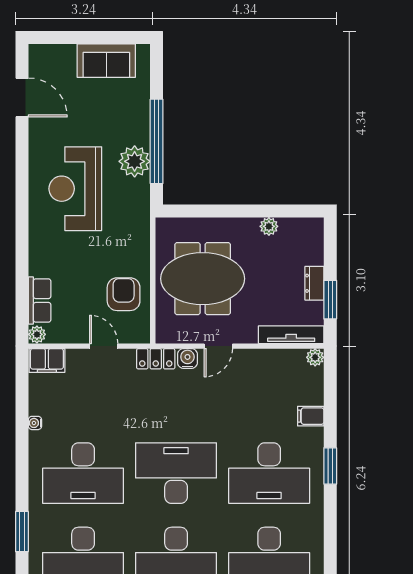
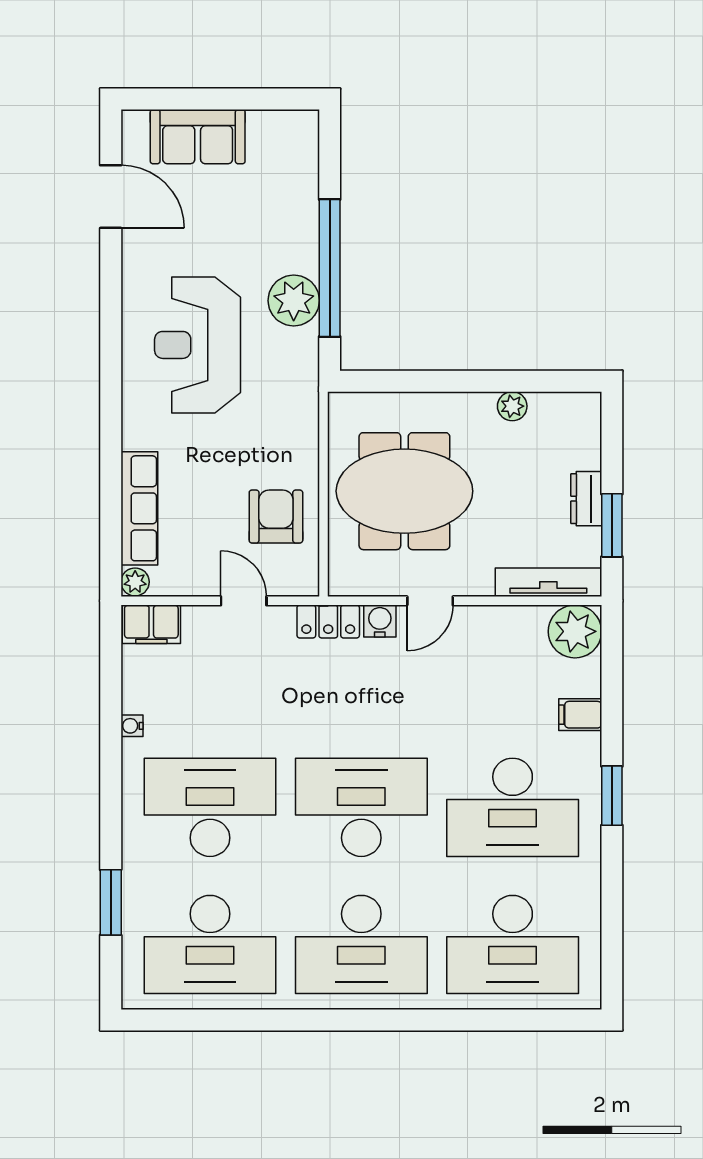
sofa: (106, 61) -> (198, 137), moved
row of seats: (40, 300) -> (139, 508), width x1.48
plant: (315, 357) -> (575, 631), width x1.88, depth x1.88
desk: (83, 473) -> (210, 807), turned 180

